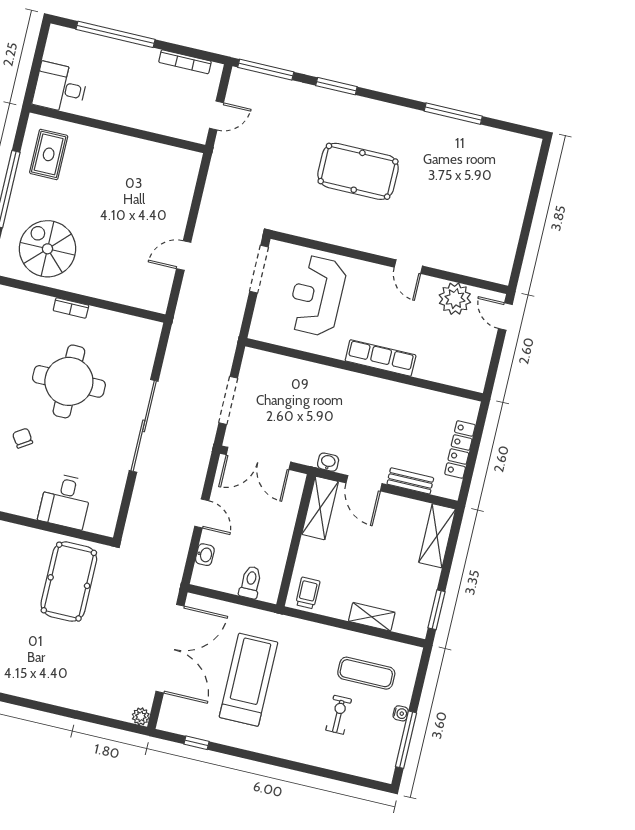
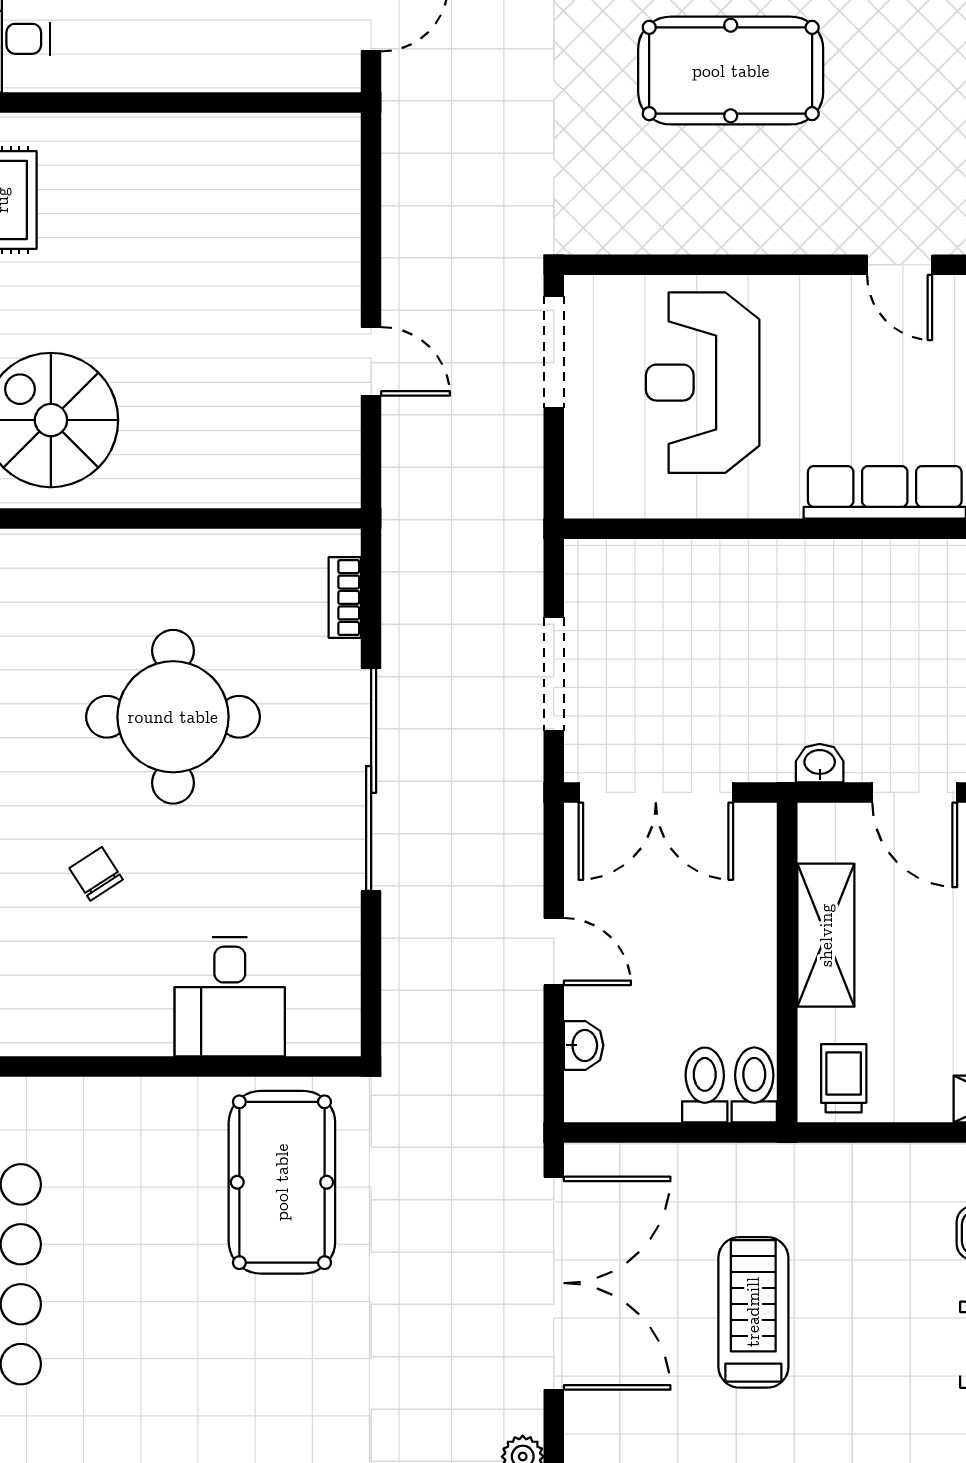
door: (184, 255) -> (371, 361), swing flipped
bookcase: (71, 308) -> (345, 597), moved, turned 90
shelving: (320, 508) -> (826, 935), moved
toilet: (271, 587) -> (754, 1085), added
treadmill: (249, 680) -> (753, 1312), width x0.73, depth x0.73

